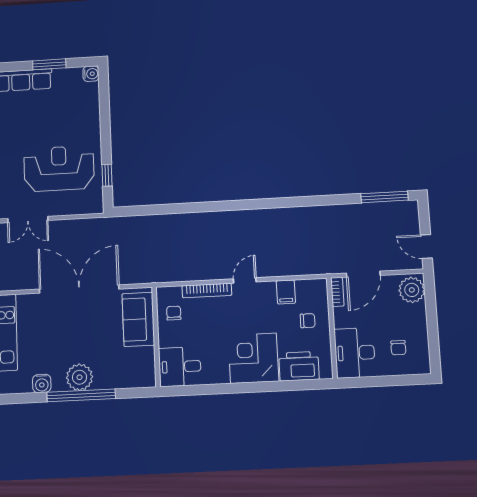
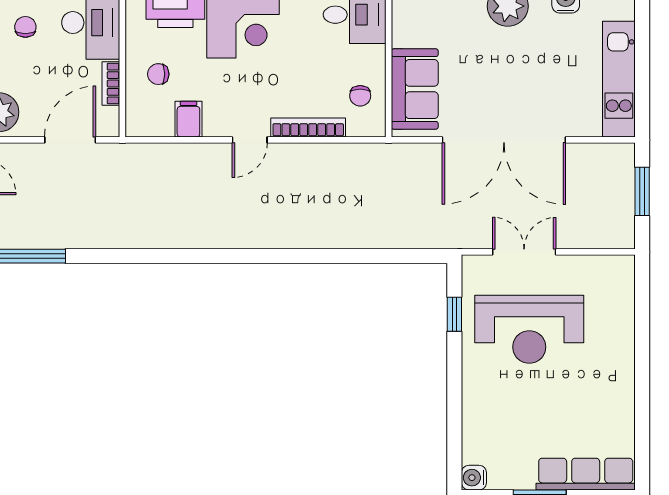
double door: (28, 219) -> (524, 252), moved
bookcase: (337, 292) -> (111, 84), moved

